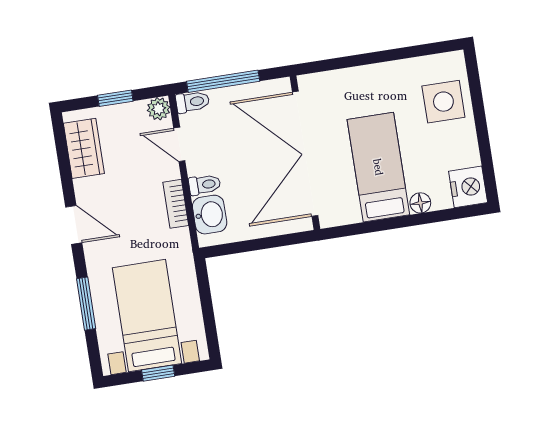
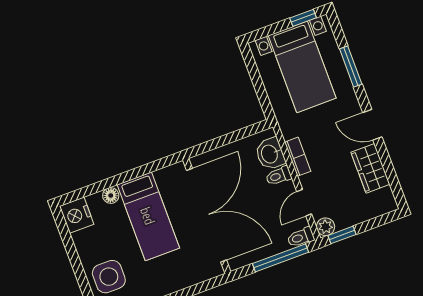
window: (115, 98) -> (342, 235), moved
door: (179, 144) -> (304, 203), swing flipped
wardrobe: (84, 148) -> (370, 168), moved
window: (158, 373) -> (303, 18), moved

